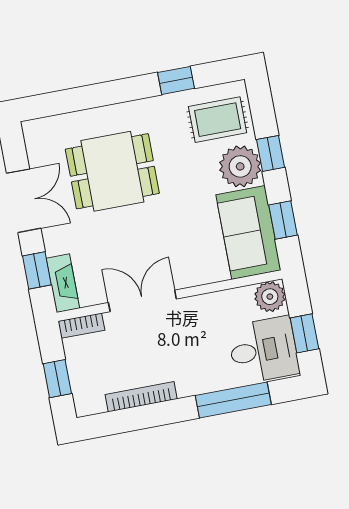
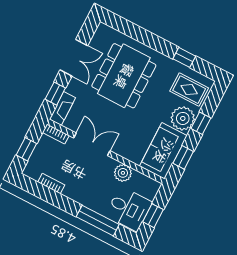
dining table: (112, 171) -> (124, 76), width x1.38
plant: (270, 297) -> (123, 173), moved
bookcase: (141, 397) -> (51, 184), width x0.64

